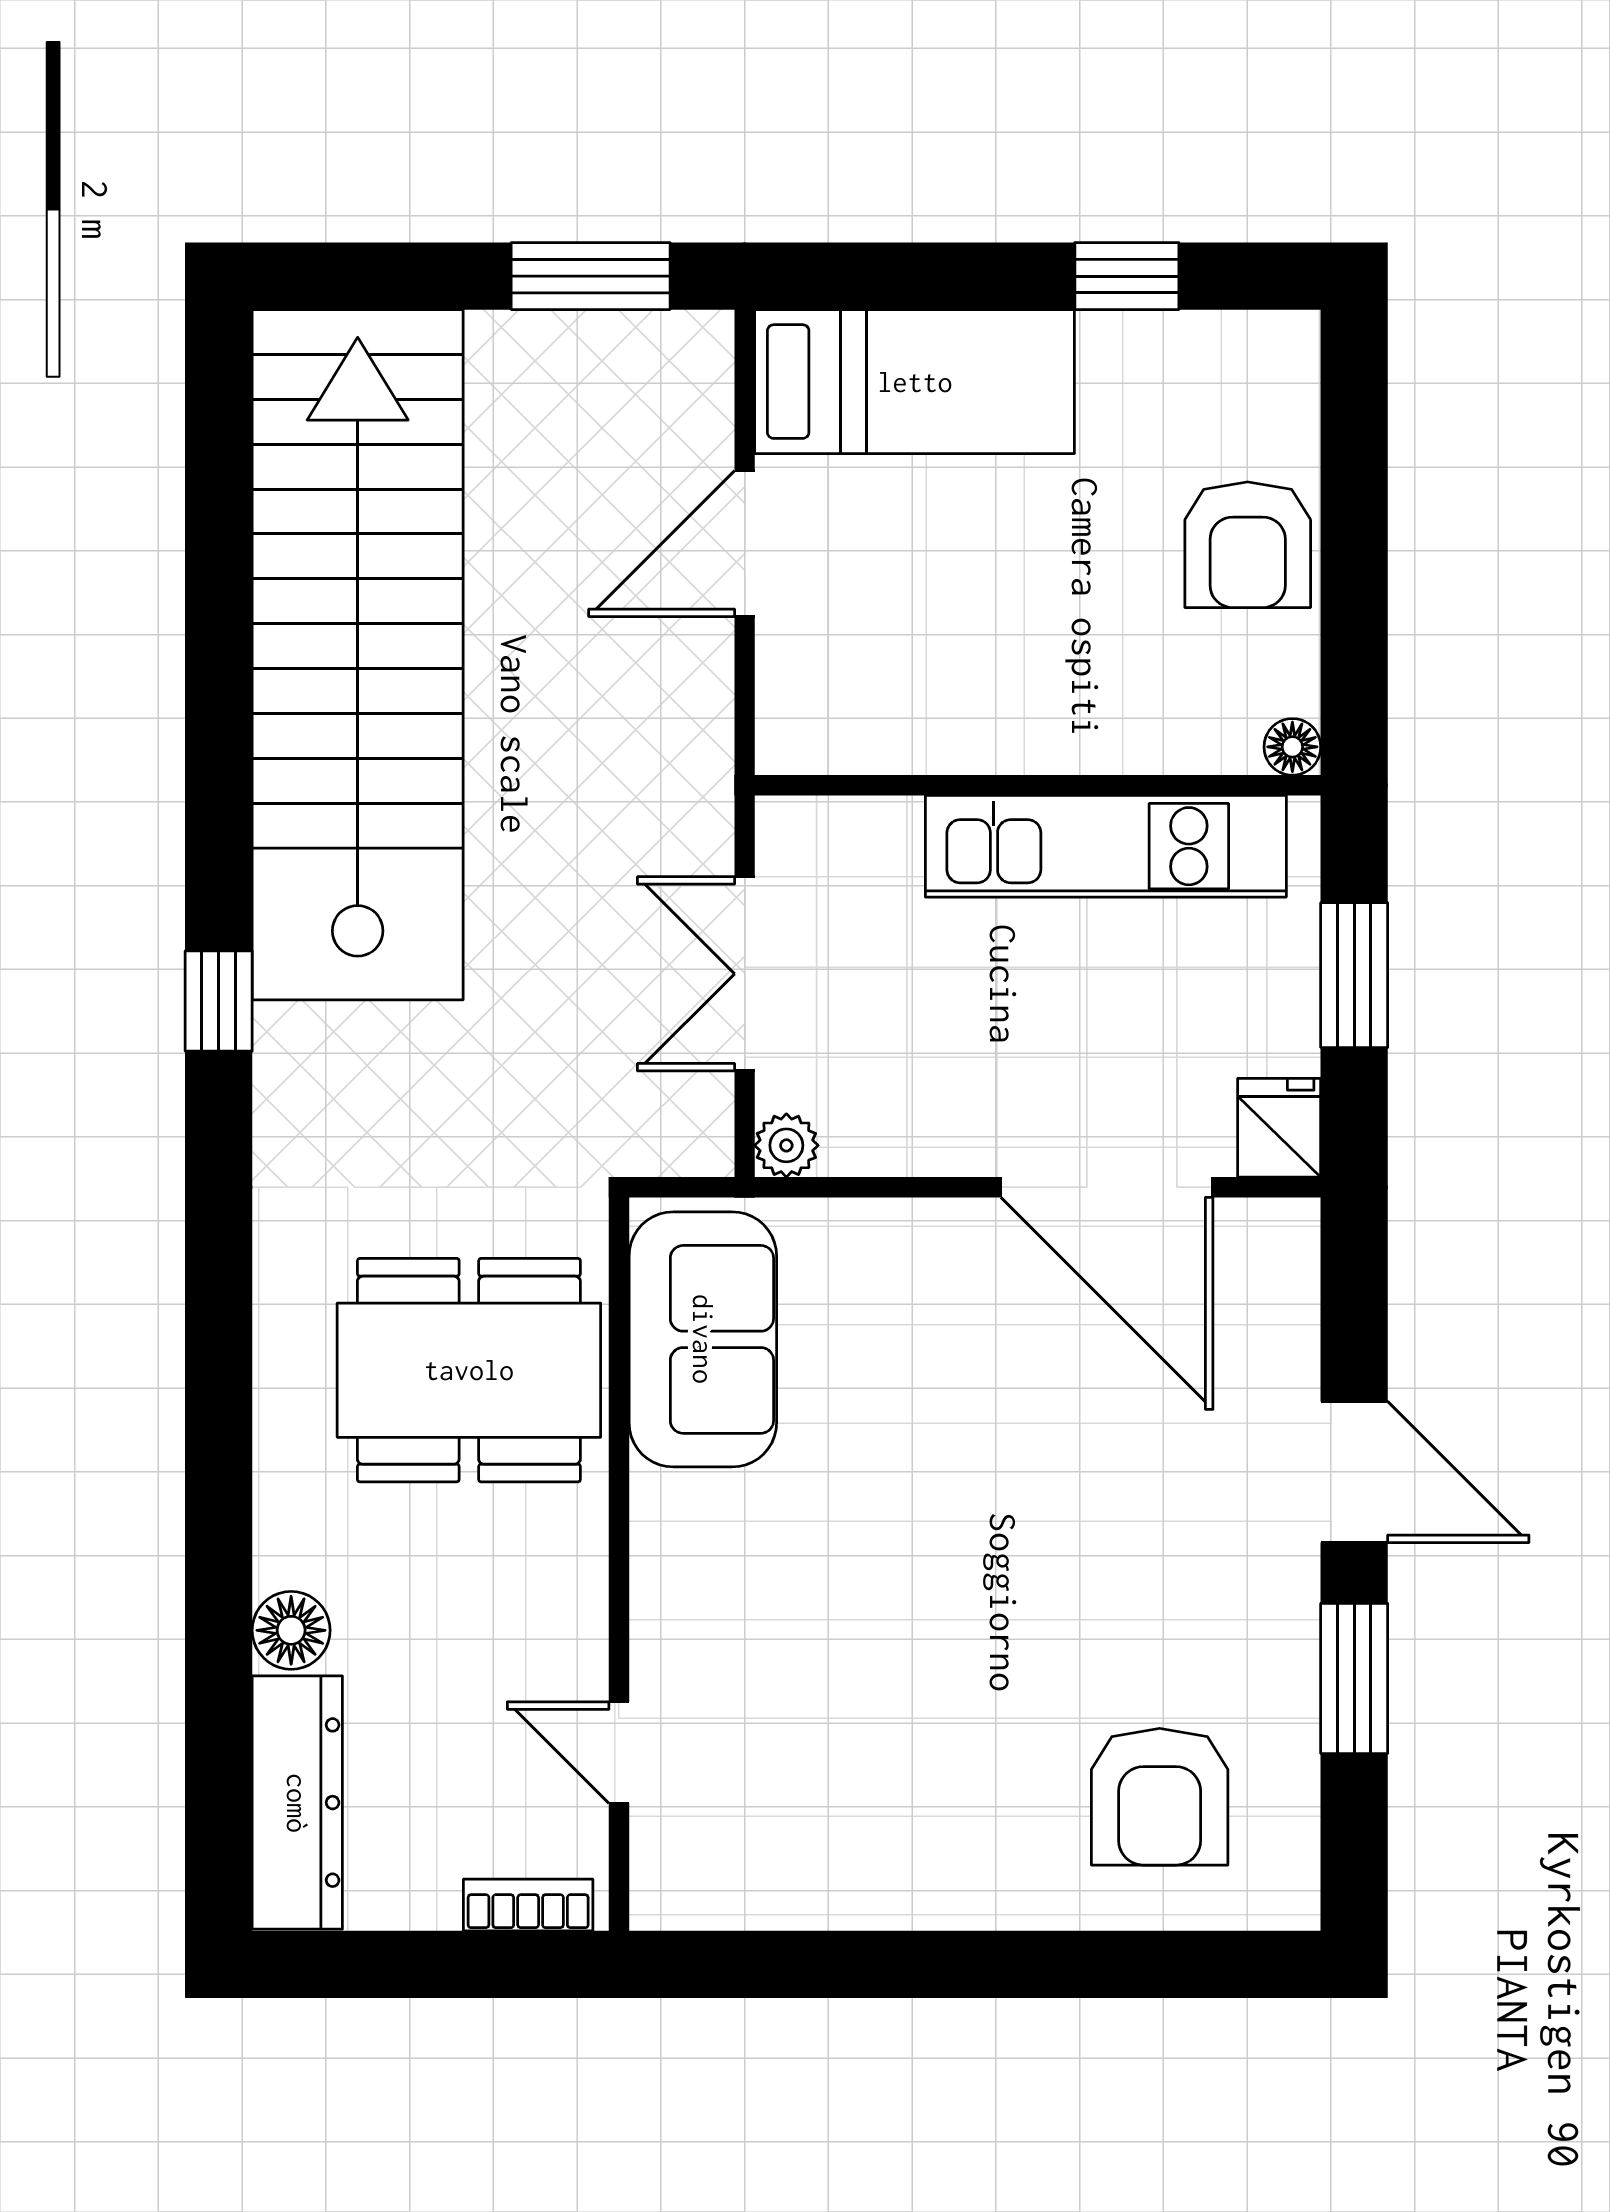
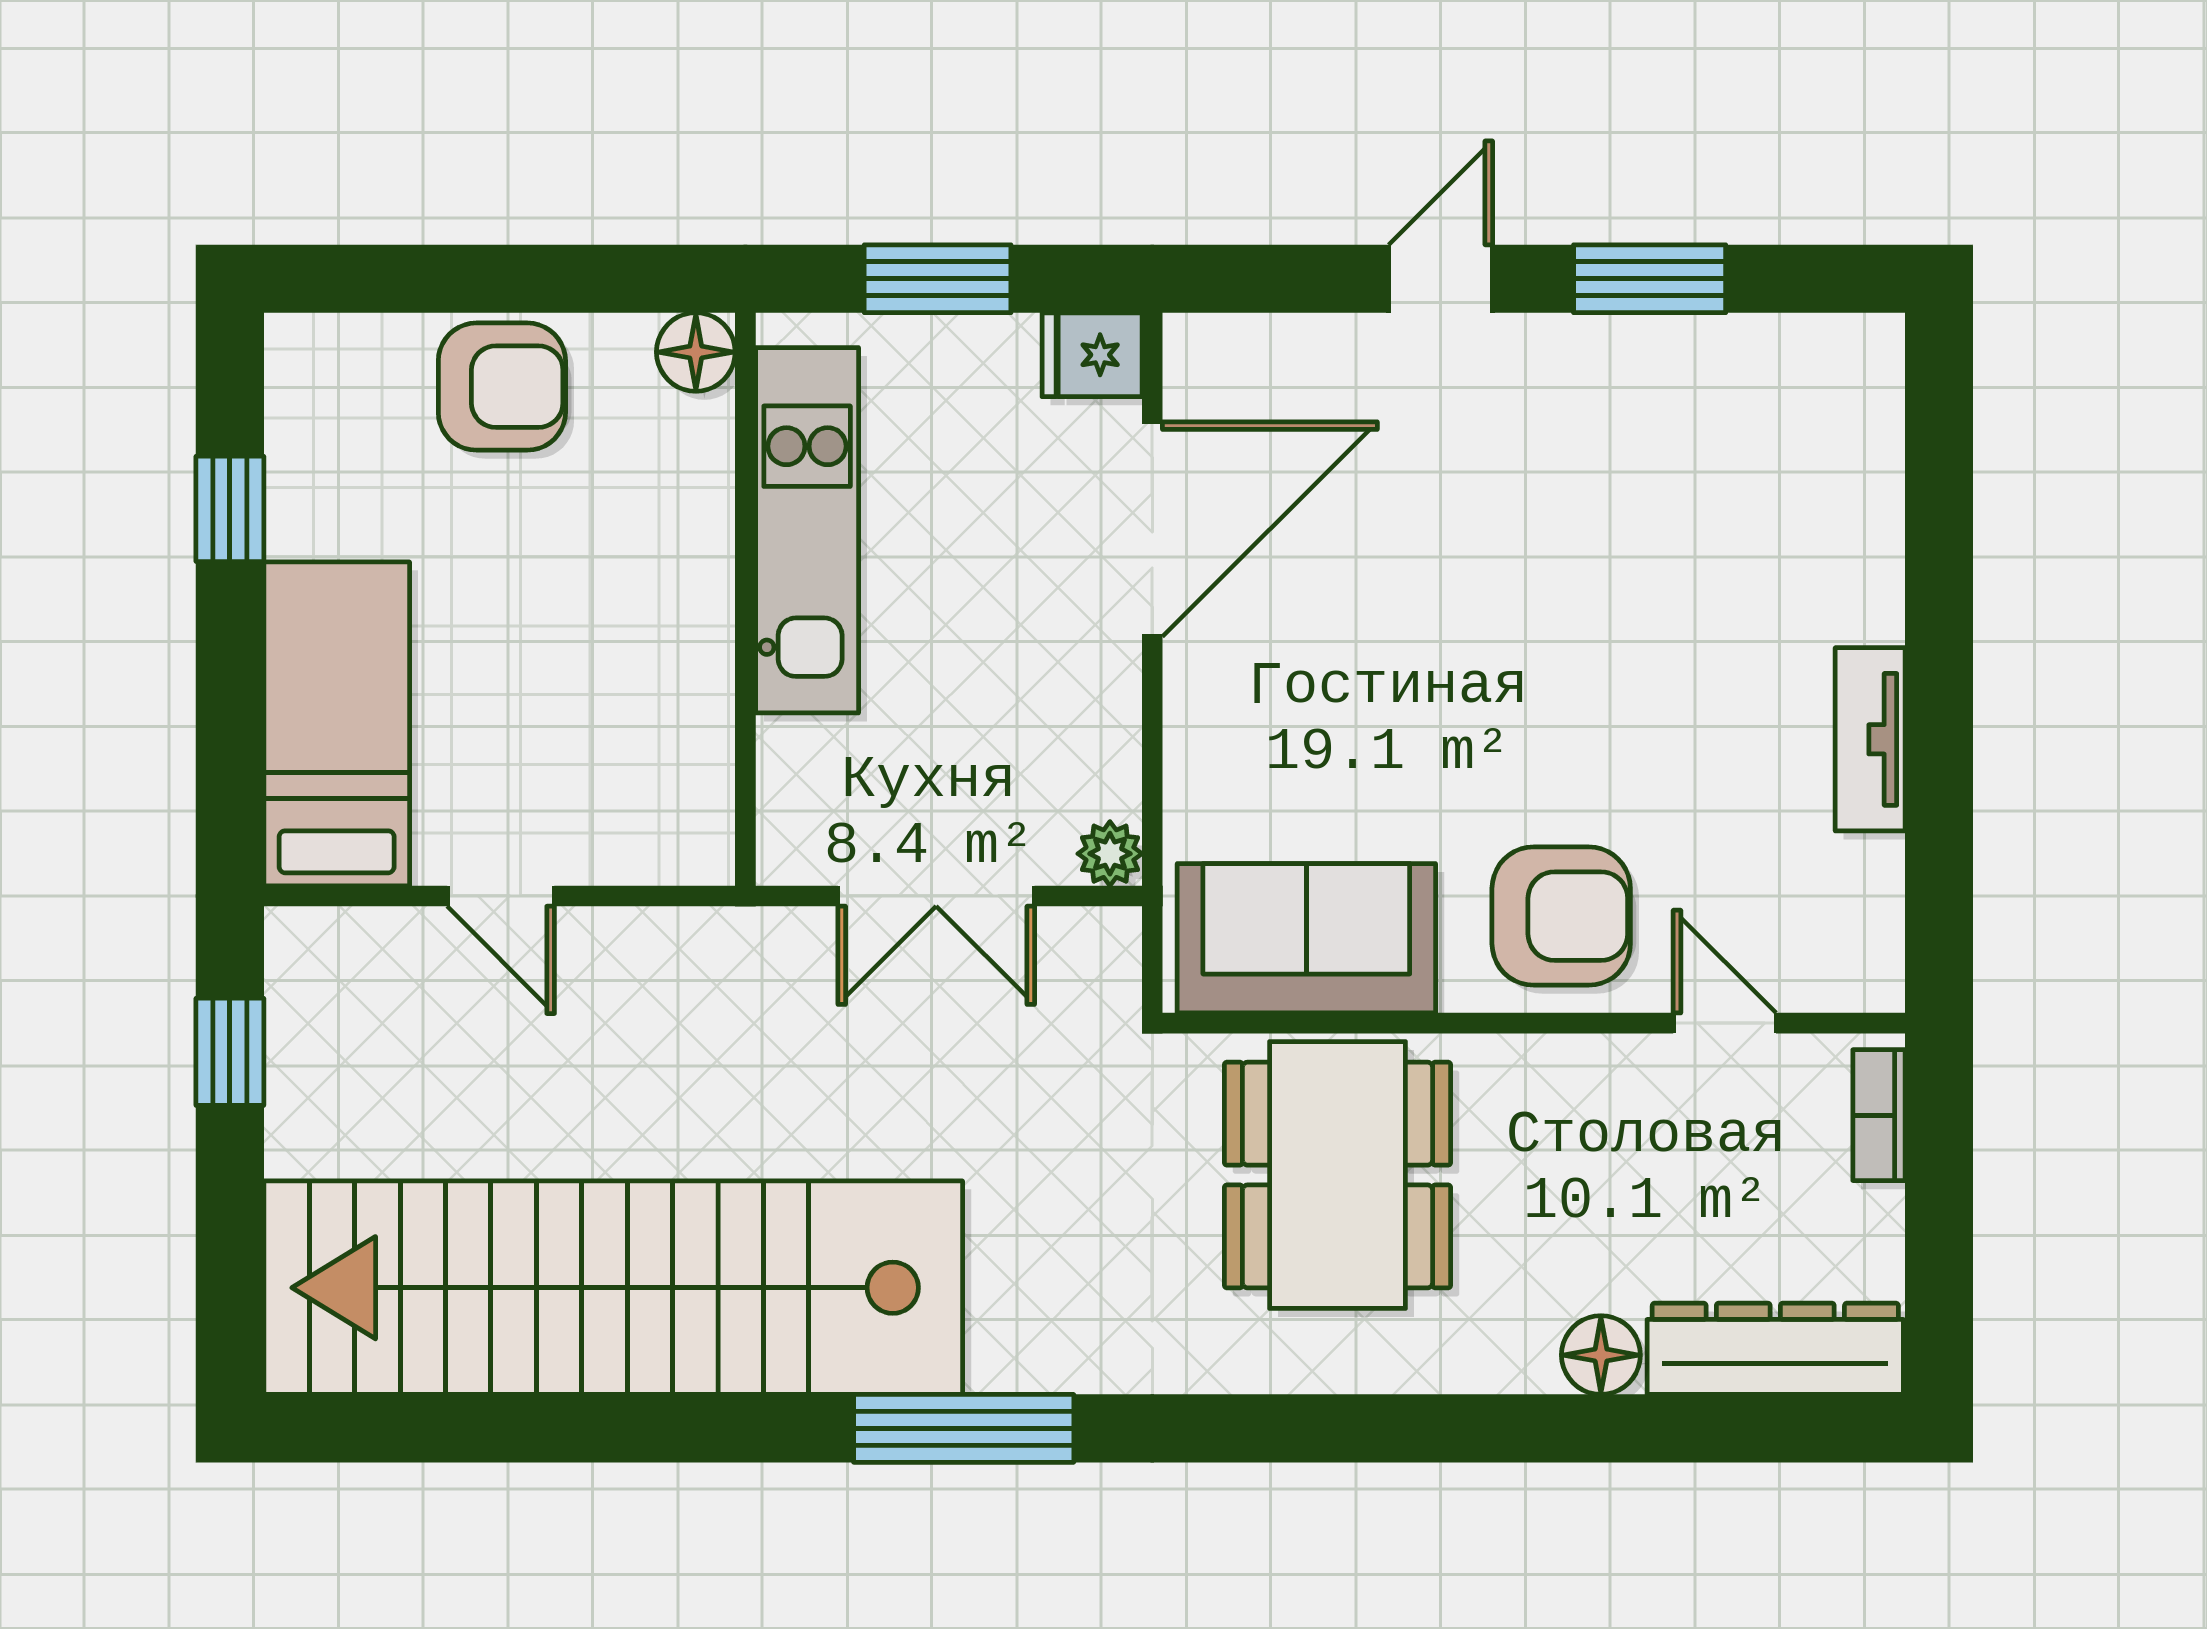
window: (591, 276) -> (230, 1052), width x0.67
door: (745, 544) -> (501, 896), width x0.73
floor lamp: (1292, 747) -> (696, 352), width x1.37, depth x1.37
window: (219, 1001) -> (964, 1428), width x2.17
door: (1354, 1472) -> (1441, 279), width x0.73
door: (619, 1753) -> (1725, 1023), swing flipped
armchair: (1160, 1797) -> (1561, 916), moved
tv unit: (899, 1896) -> (1870, 739), added

